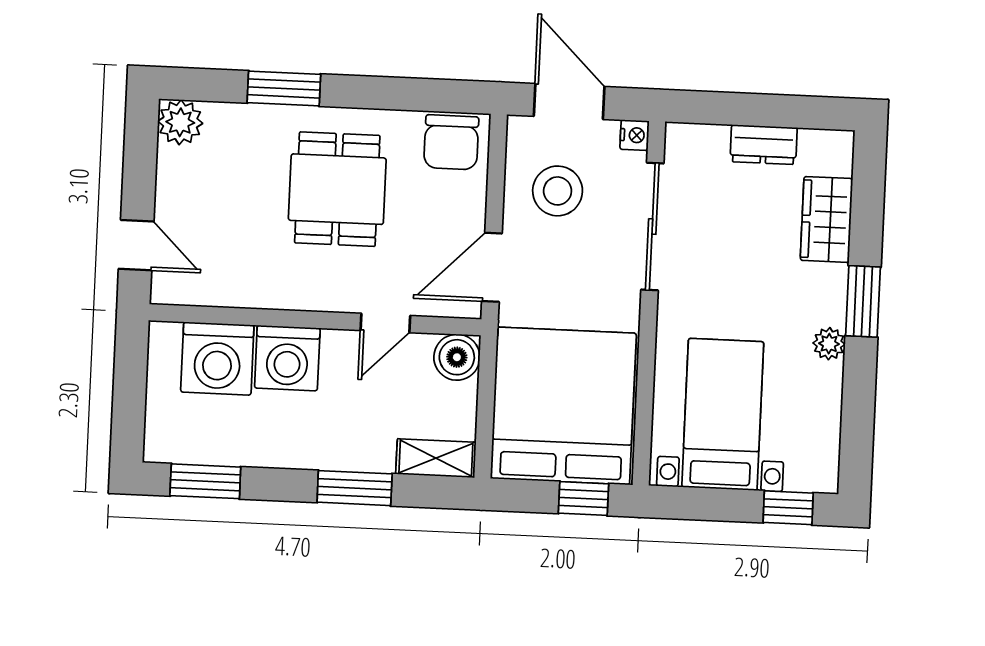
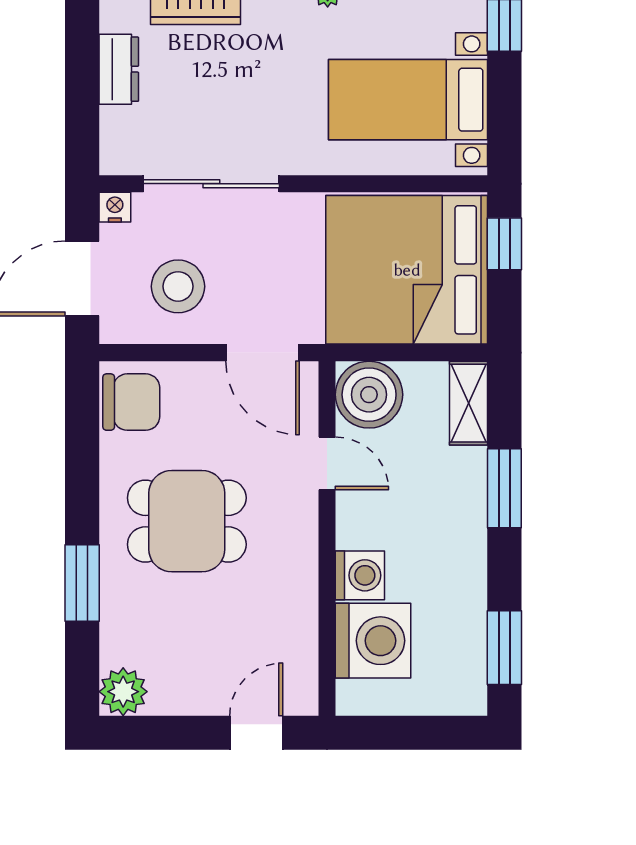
boiler: (457, 357) -> (369, 395), width x1.37, depth x1.37
washing machine: (287, 358) -> (360, 575), width x0.73, depth x0.73

